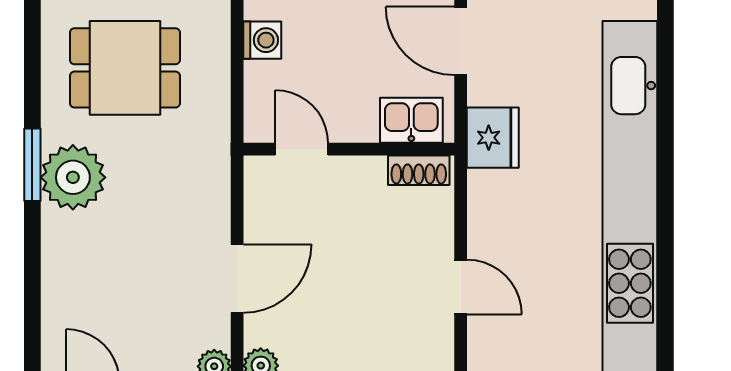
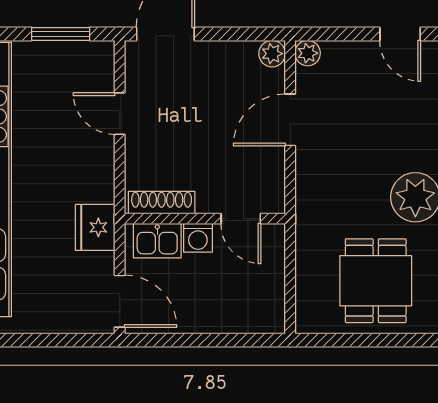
washing machine: (262, 40) -> (198, 238), moved, turned -90
dining table: (125, 68) -> (376, 281), turned 90
shoe rack: (419, 170) -> (162, 203), width x1.43

